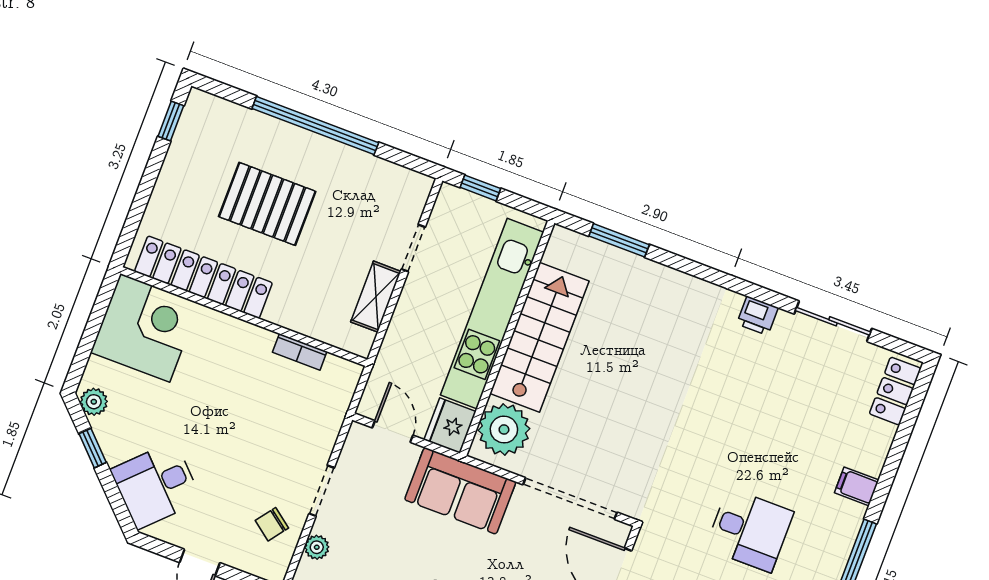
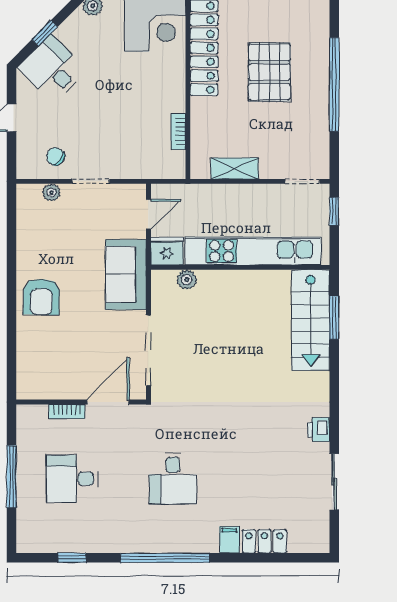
doorway: (413, 248) -> (302, 181), moved
stairs: (539, 337) -> (311, 320), moved, turned 90
locker: (895, 391) -> (264, 541), moved
plant: (504, 429) -> (187, 280), width x0.53, depth x0.53
window: (93, 448) -> (45, 33), moved

